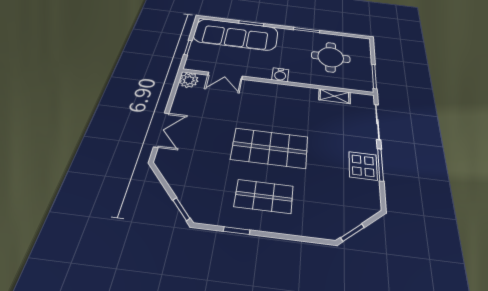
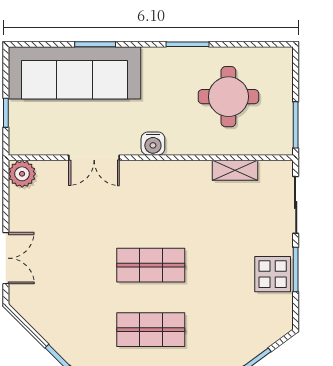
double door: (225, 76) -> (94, 158), moved
shop shelf: (270, 148) -> (151, 265), width x0.70, depth x0.74

